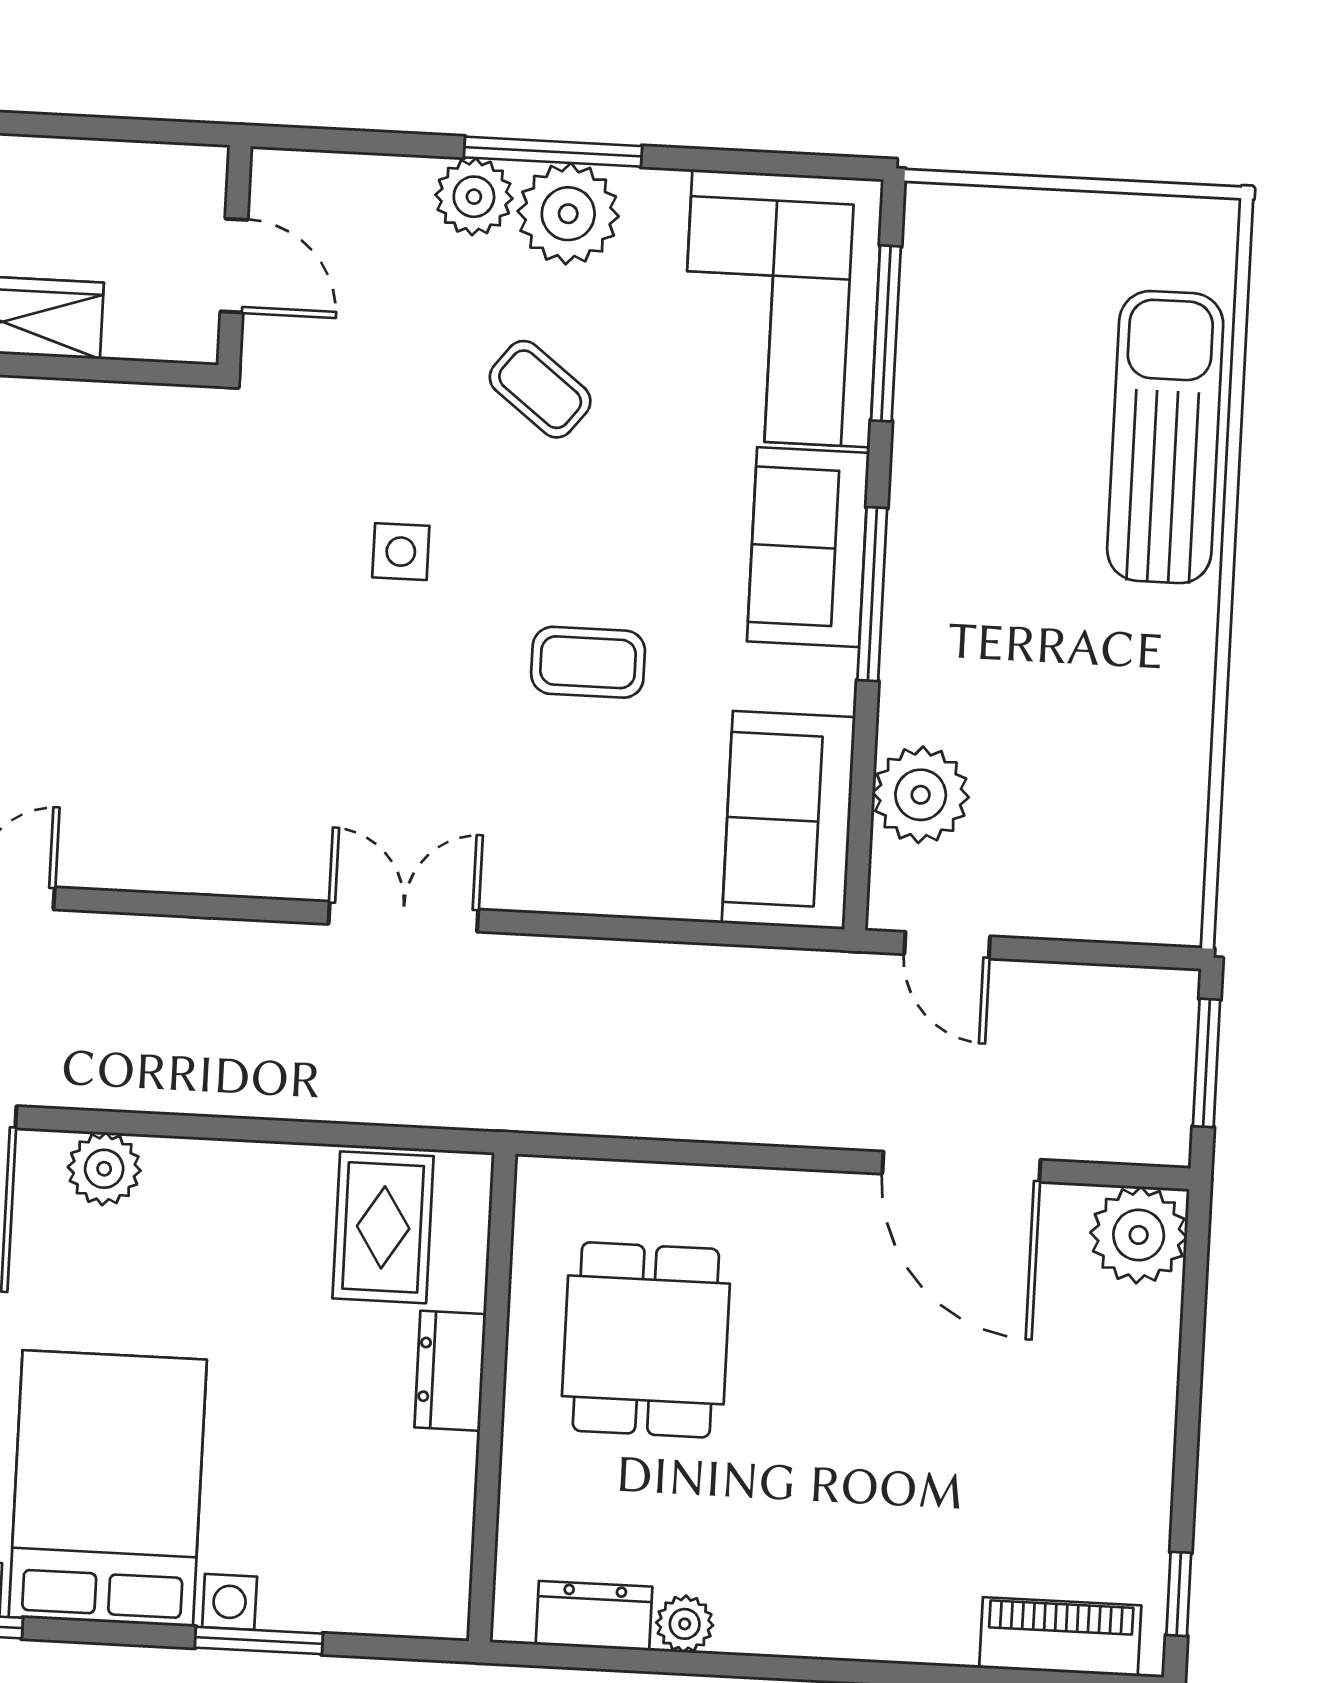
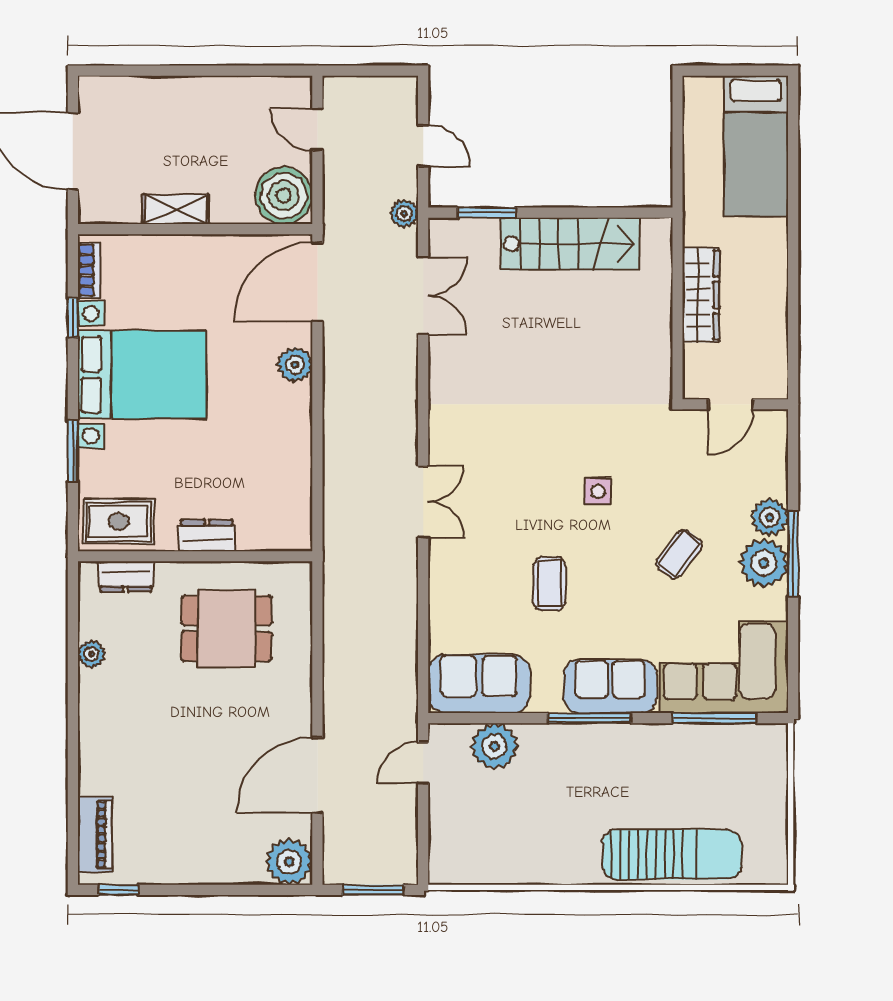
rug: (383, 1227) -> (119, 521), moved
dresser: (594, 1616) -> (126, 577), moved, turned 90

